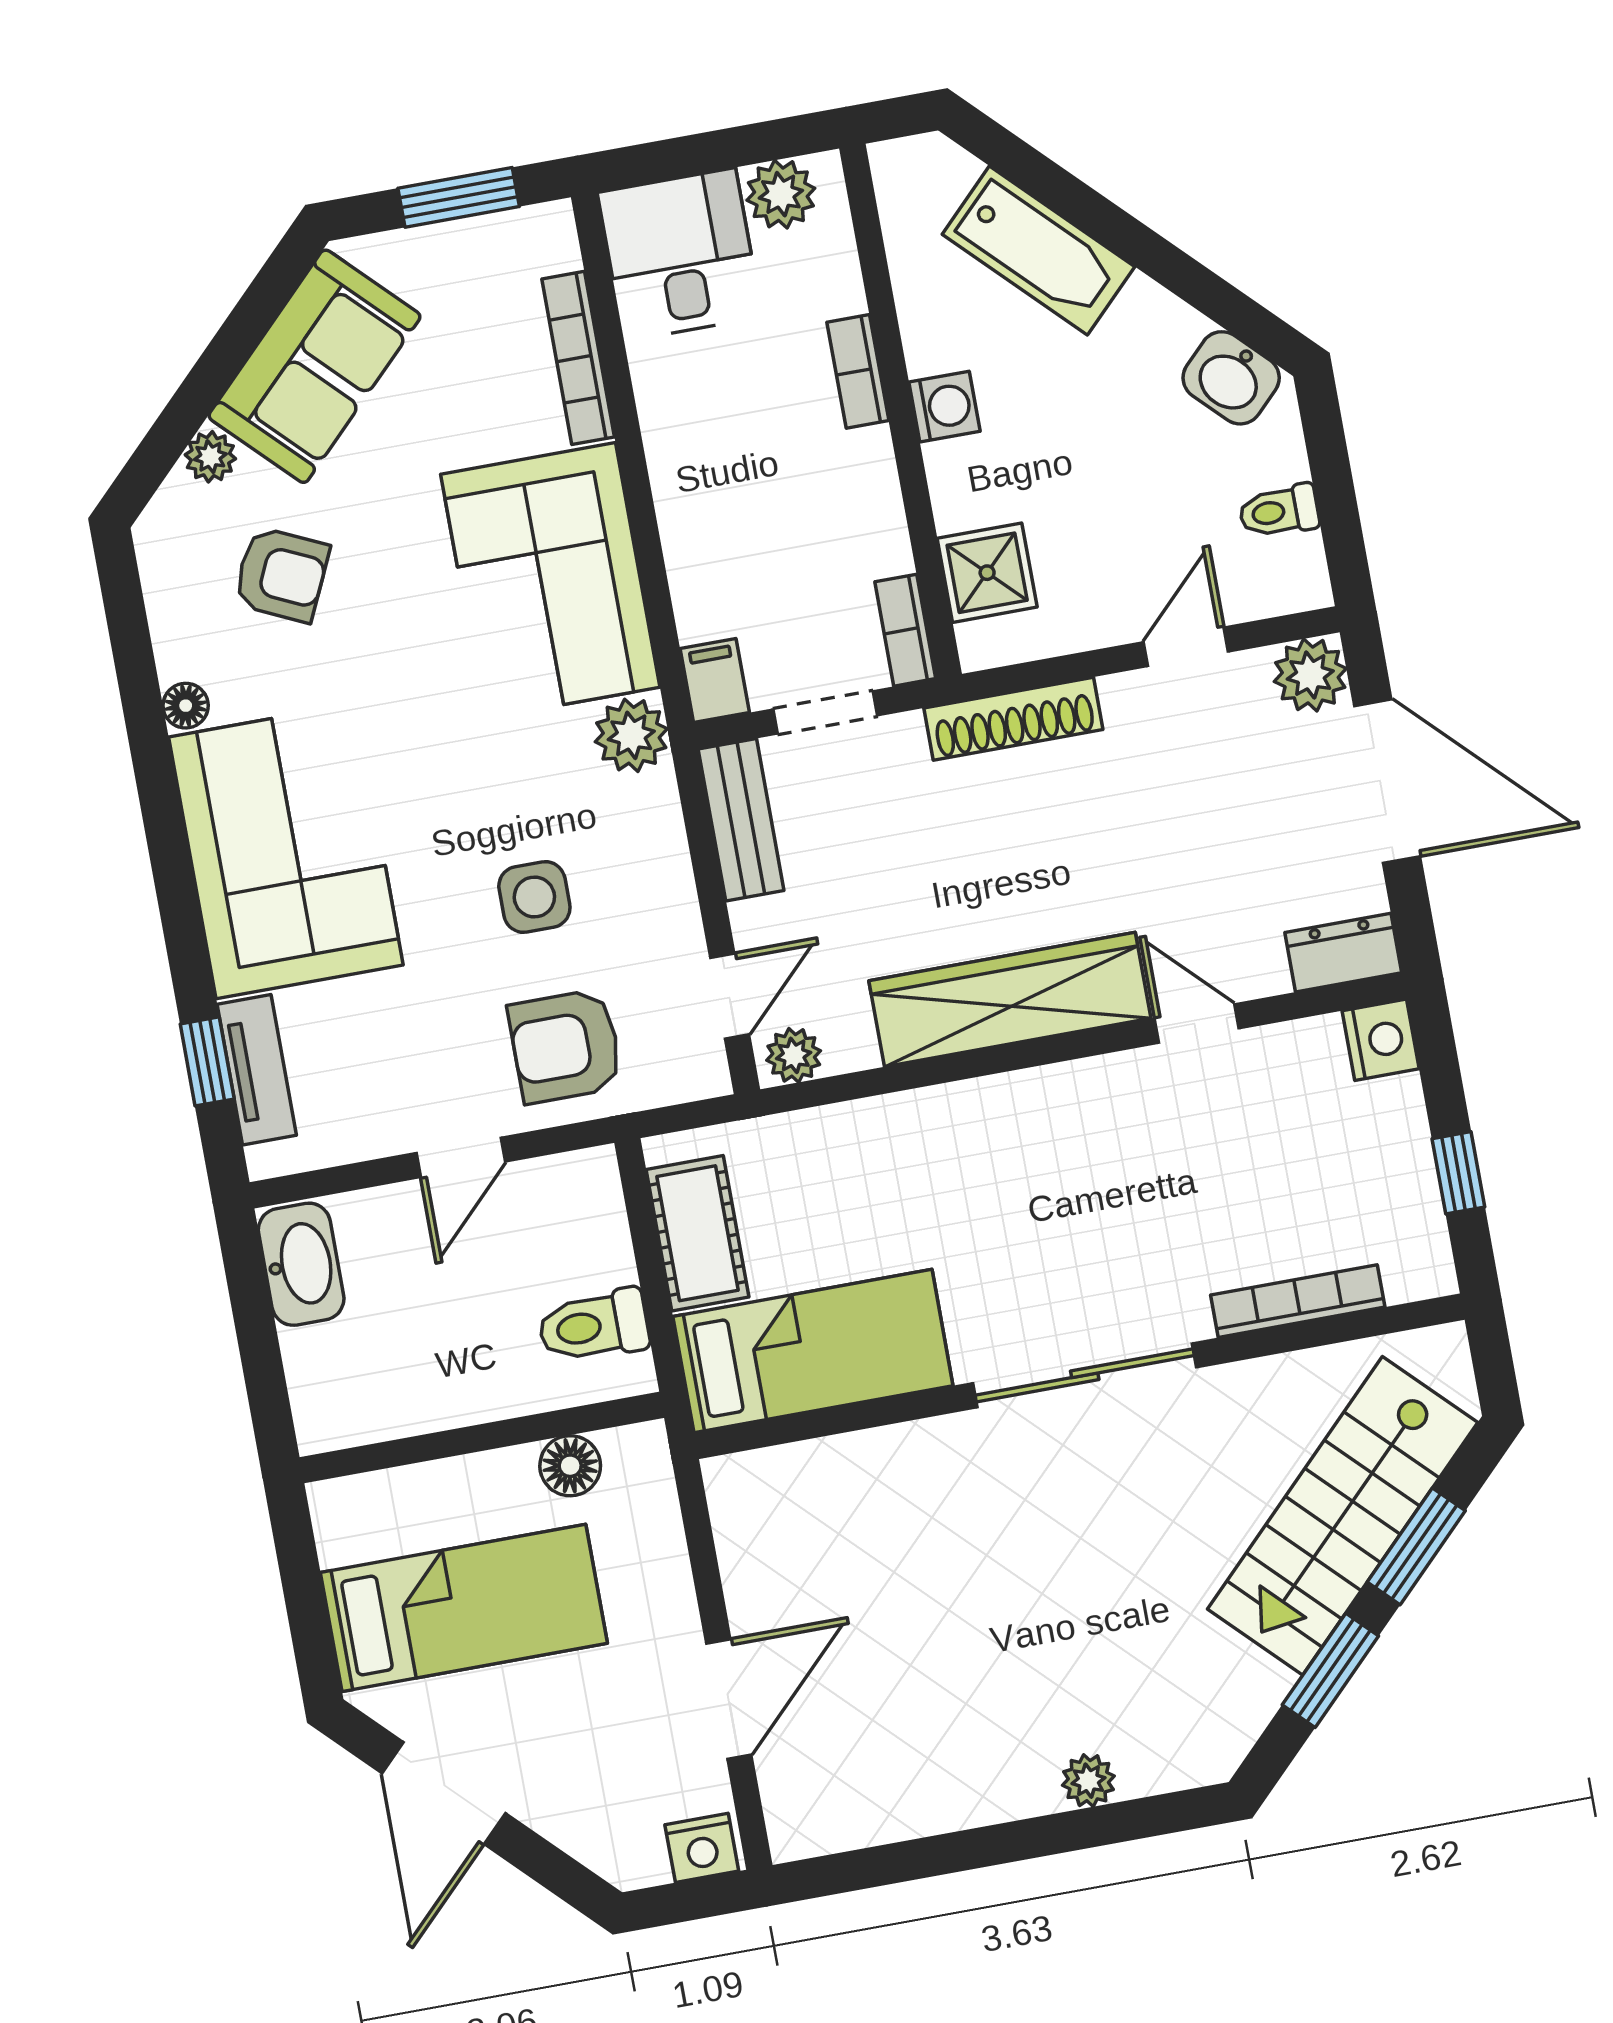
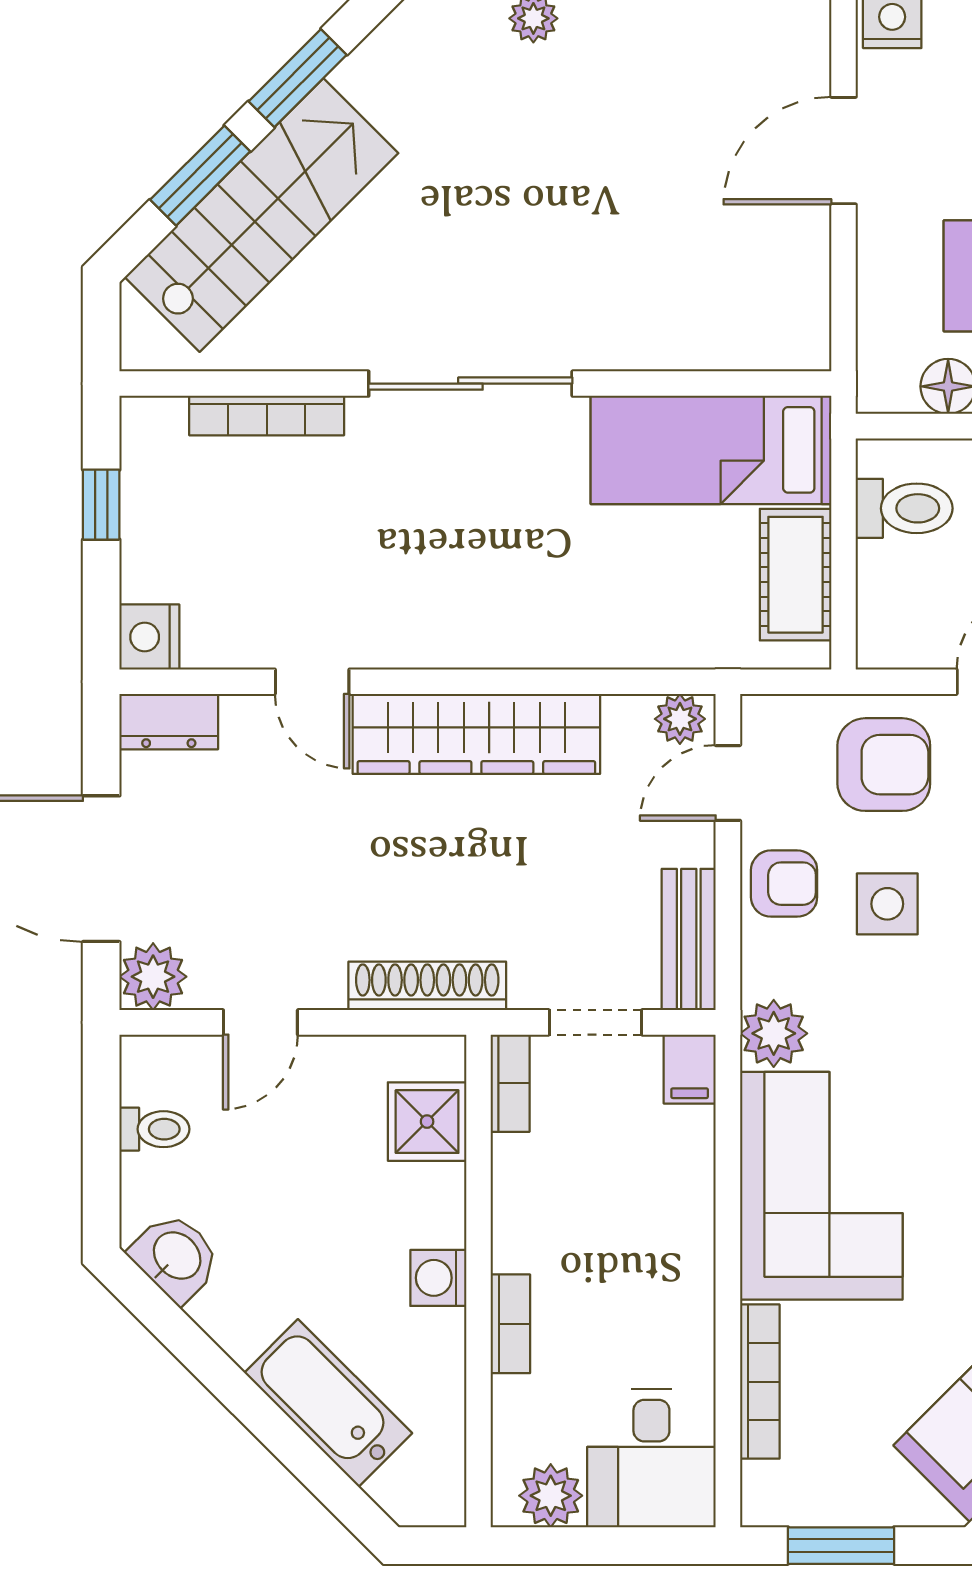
armchair: (649, 899) -> (784, 884), added

